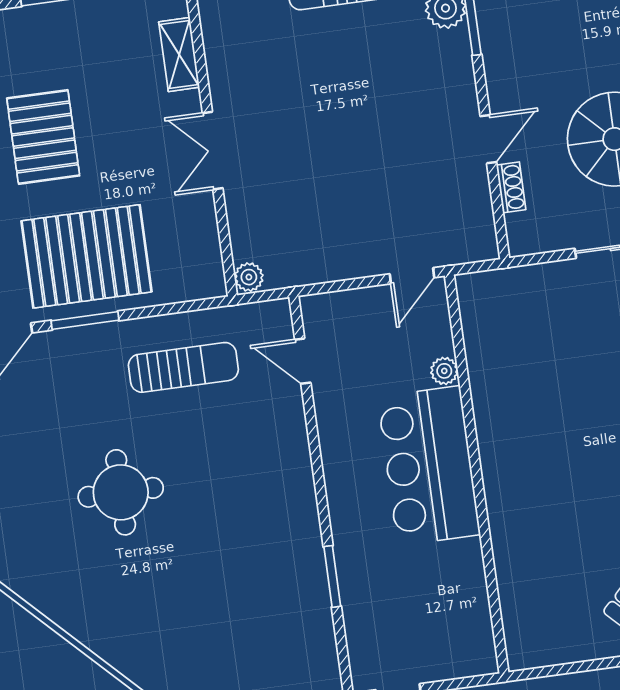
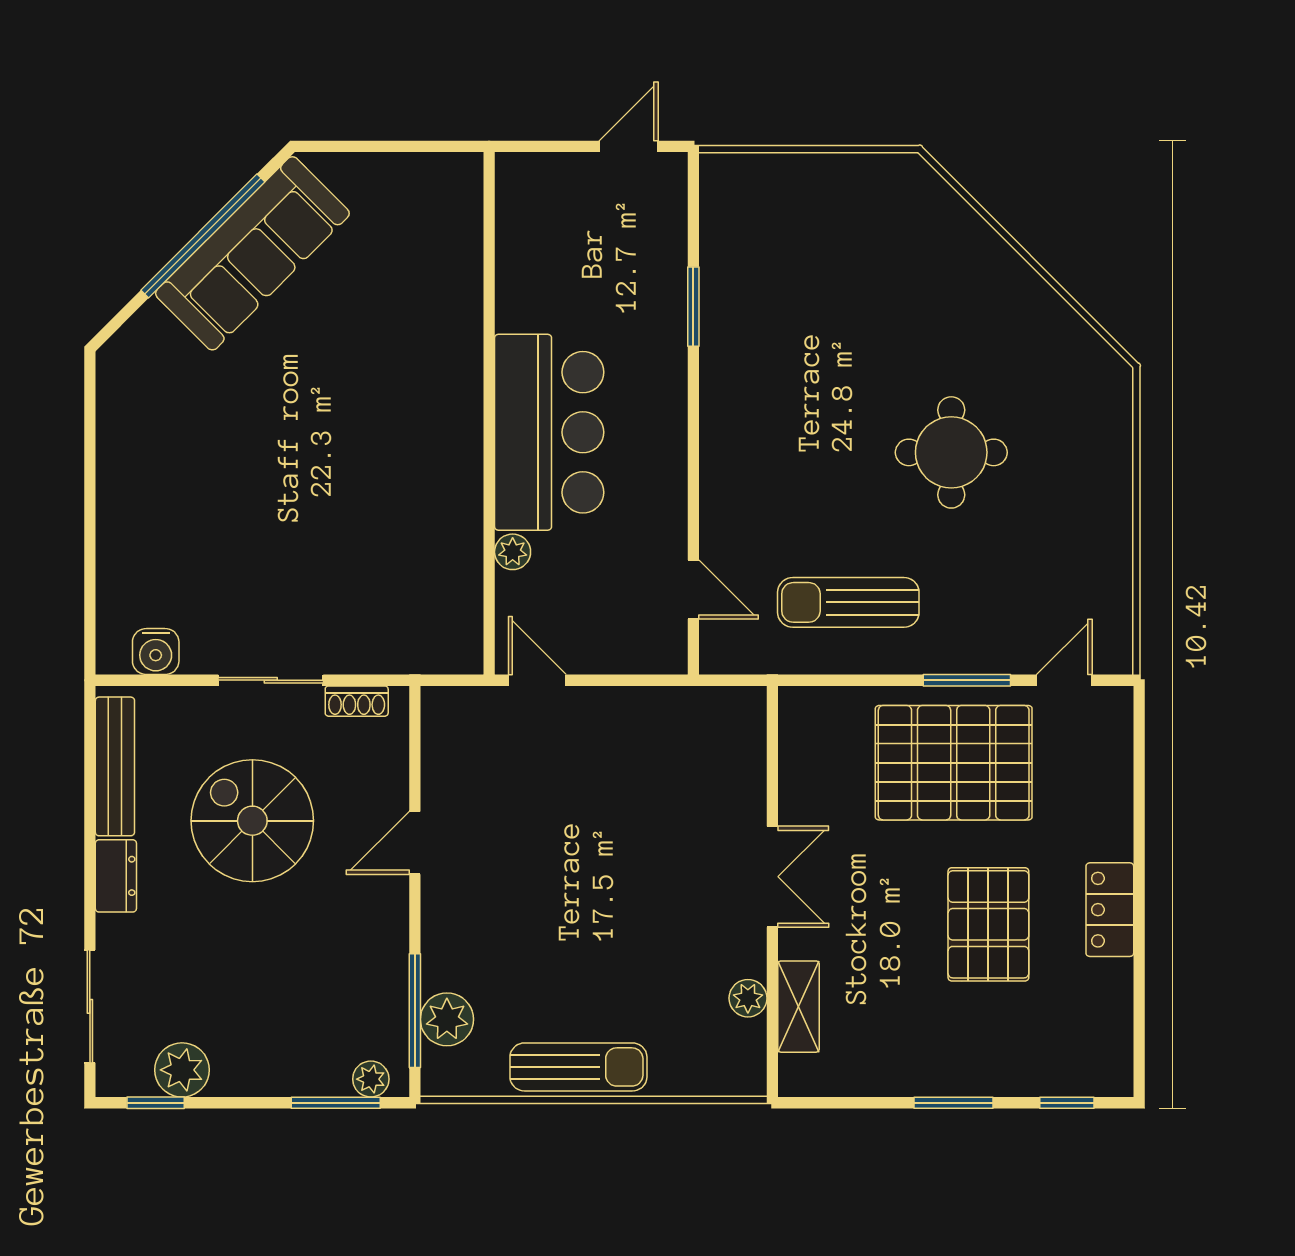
shoe rack: (511, 187) -> (357, 701), moved, turned -90
door: (412, 276) -> (537, 680), hinge flipped
plant: (249, 277) -> (748, 998), moved

